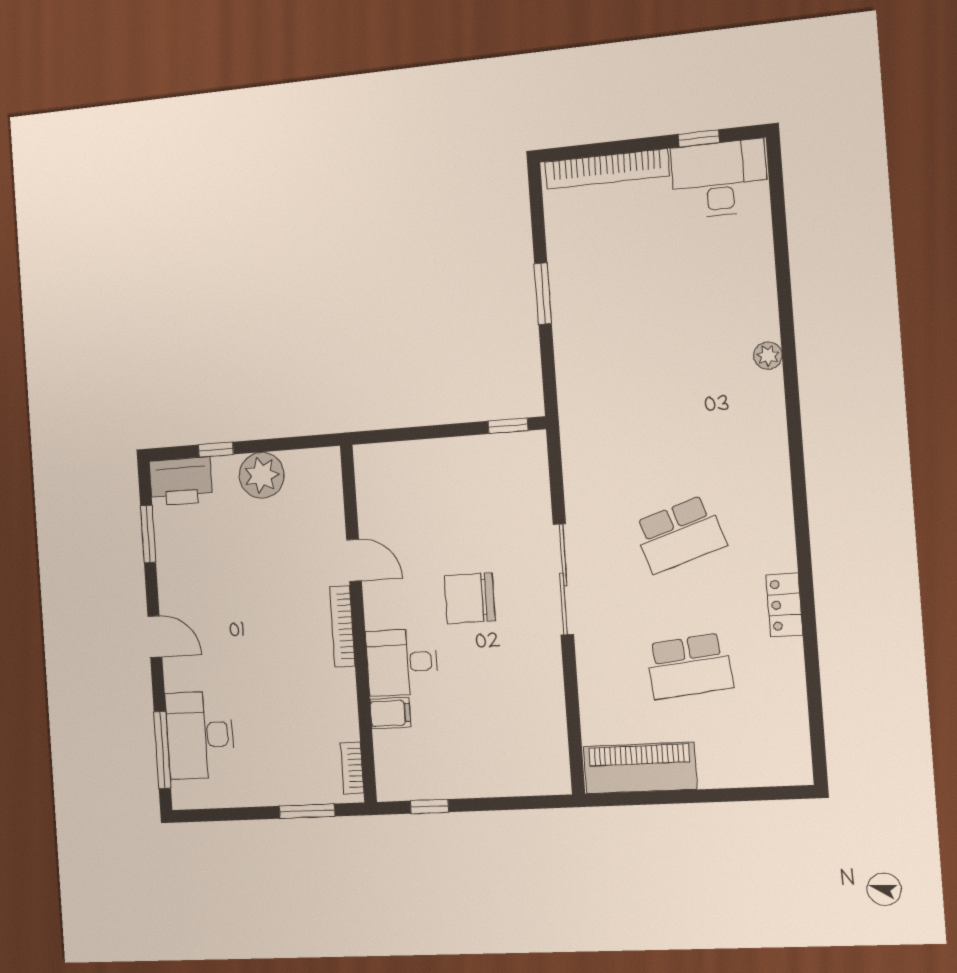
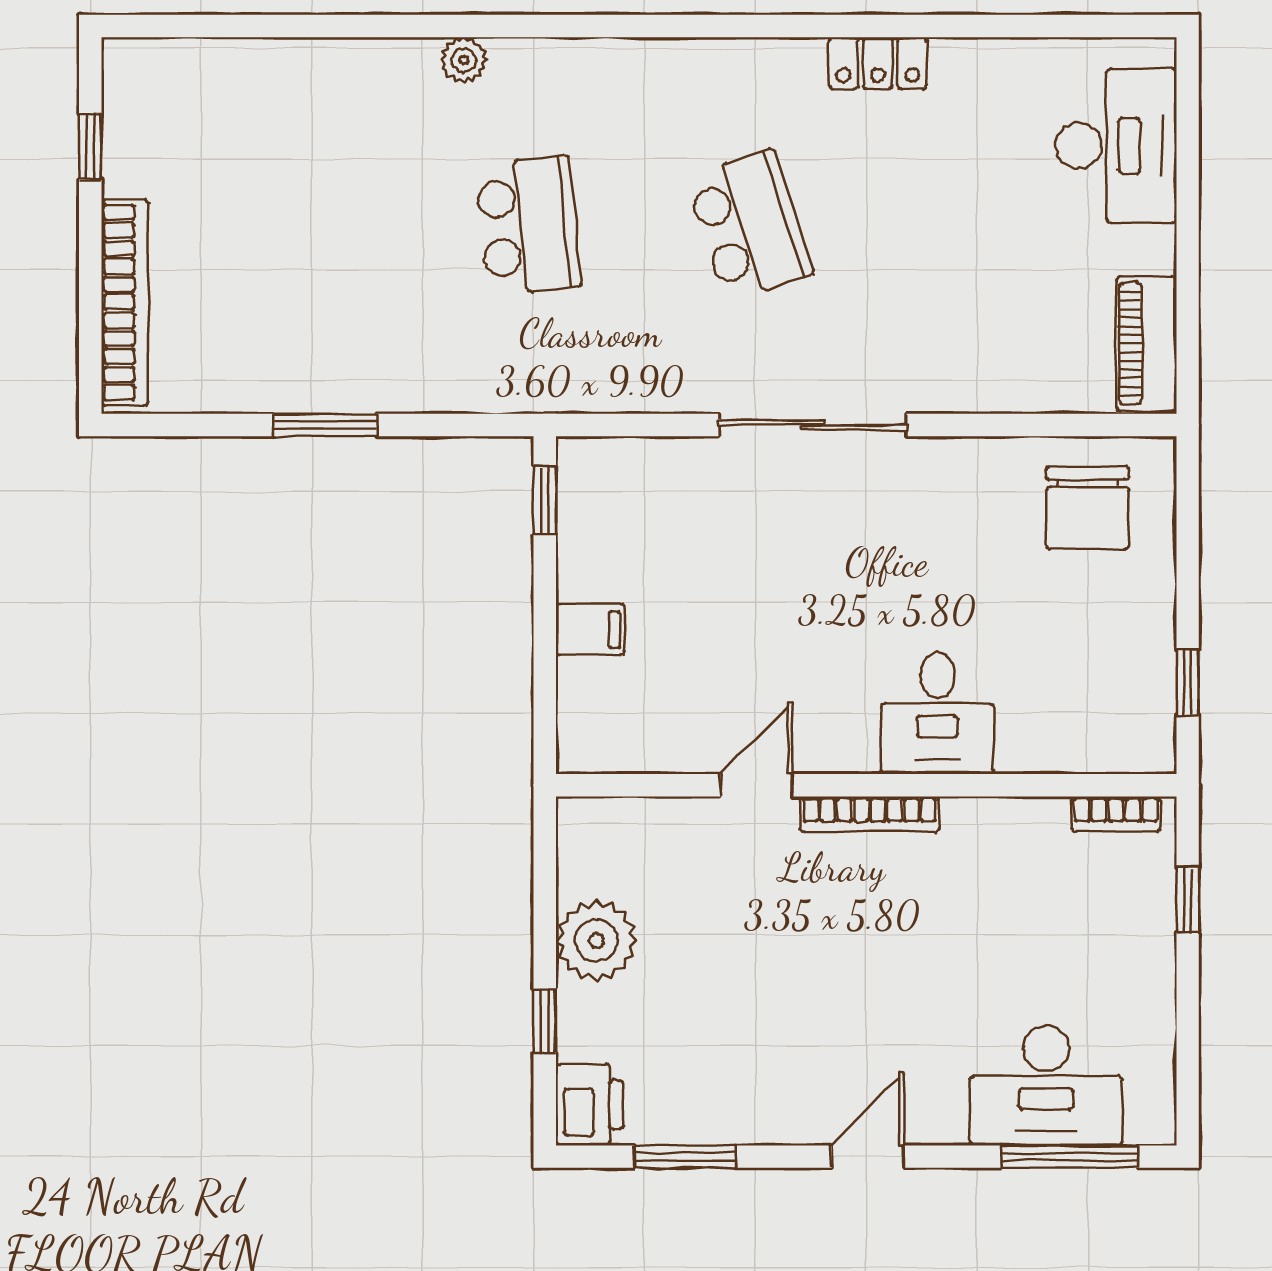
desk: (719, 179) -> (1116, 146), moved, turned 180
printer: (181, 481) -> (590, 1105), width x0.73, depth x0.84
chair: (470, 598) -> (1088, 508), moved
school desk: (689, 666) -> (528, 225), moved
filing cabinet: (390, 713) -> (590, 629), moved, turned 90
piano: (640, 768) -> (1146, 344), width x0.73, depth x0.75
window: (307, 811) -> (1188, 900), width x0.67

